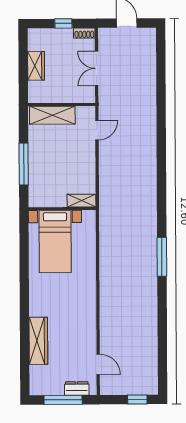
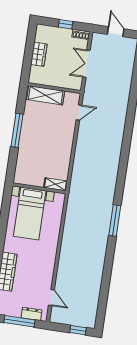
shelving: (82, 201) -> (56, 184), moved
wall: (62, 209) -> (39, 188), moved
bed with nightstands: (55, 241) -> (30, 213), moved

